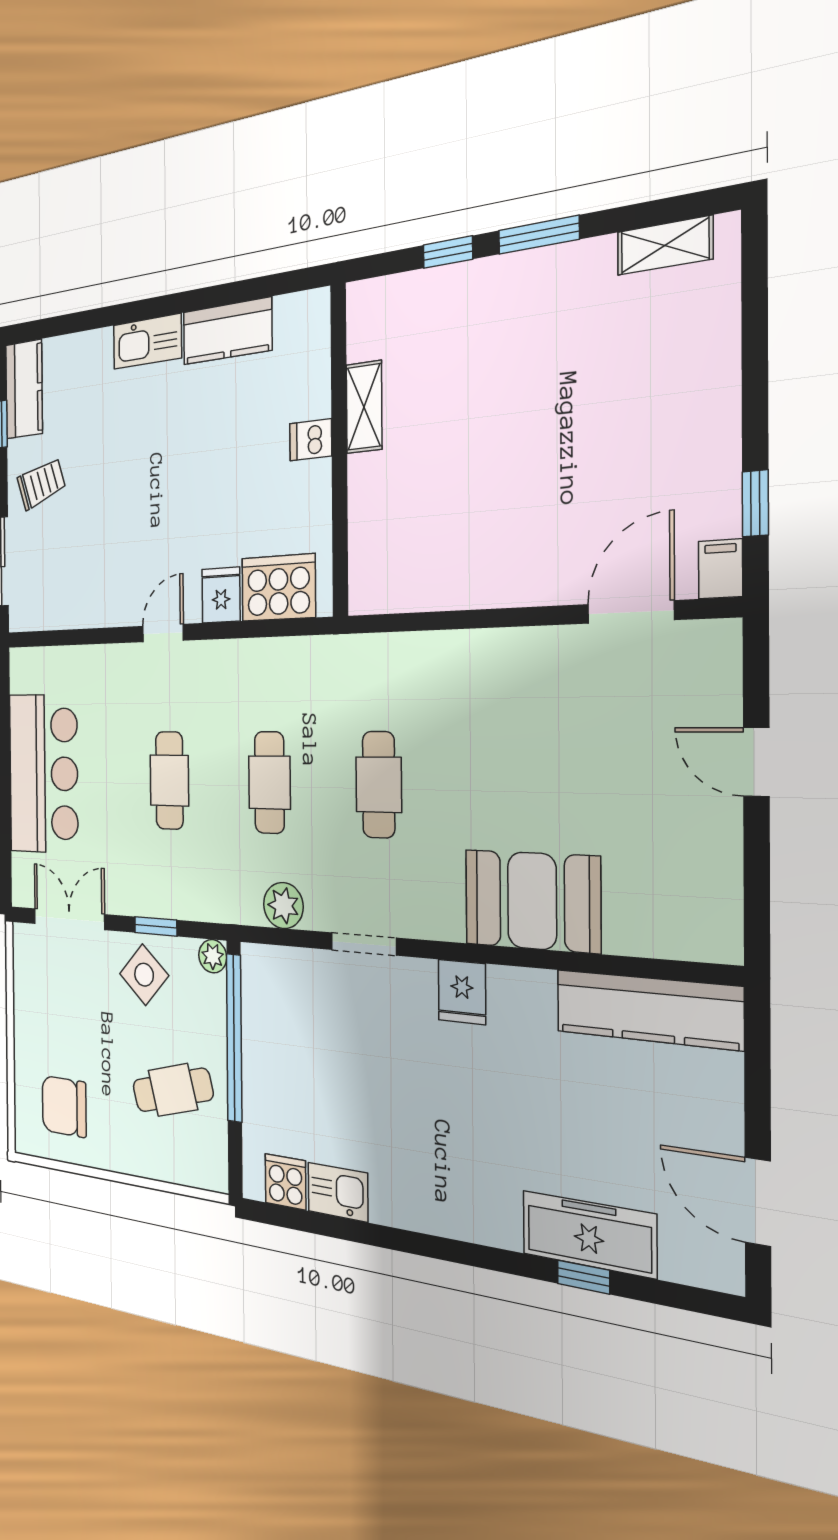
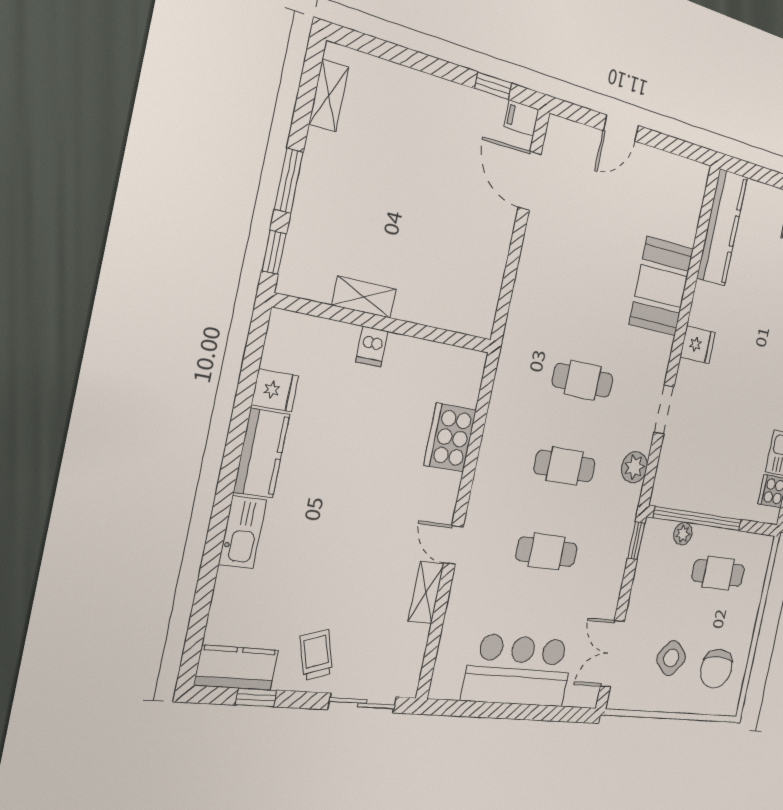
shelving: (364, 407) -> (364, 297), moved
dishwasher: (311, 440) -> (372, 347), moved
wall: (339, 450) -> (386, 324), moved
fridge: (221, 595) -> (275, 390), moved, turned 180
shelving: (111, 610) -> (426, 592), added
window: (156, 926) -> (636, 541), moved
plant: (213, 956) -> (683, 534), moved
side table: (144, 975) -> (671, 658), moved
cafe table: (173, 1090) -> (718, 573), turned -75

